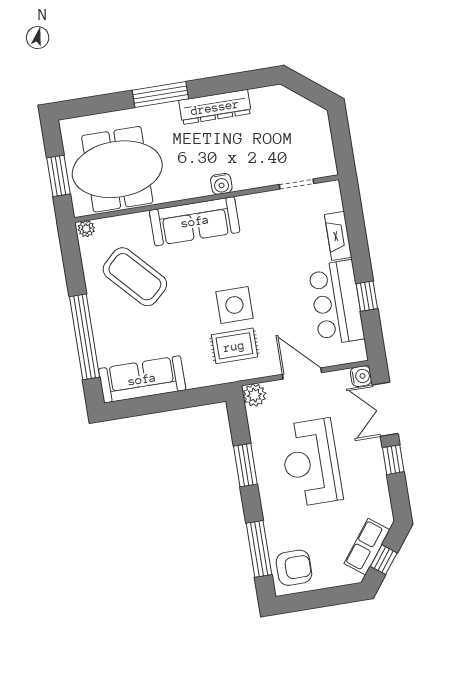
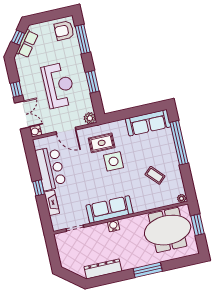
dresser: (215, 107) -> (103, 269), moved
sofa: (195, 221) -> (110, 209), moved
coffee table: (135, 277) -> (155, 175), width x0.54, depth x0.58
window: (367, 296) -> (39, 188), moved
side table: (234, 305) -> (114, 161), moved

